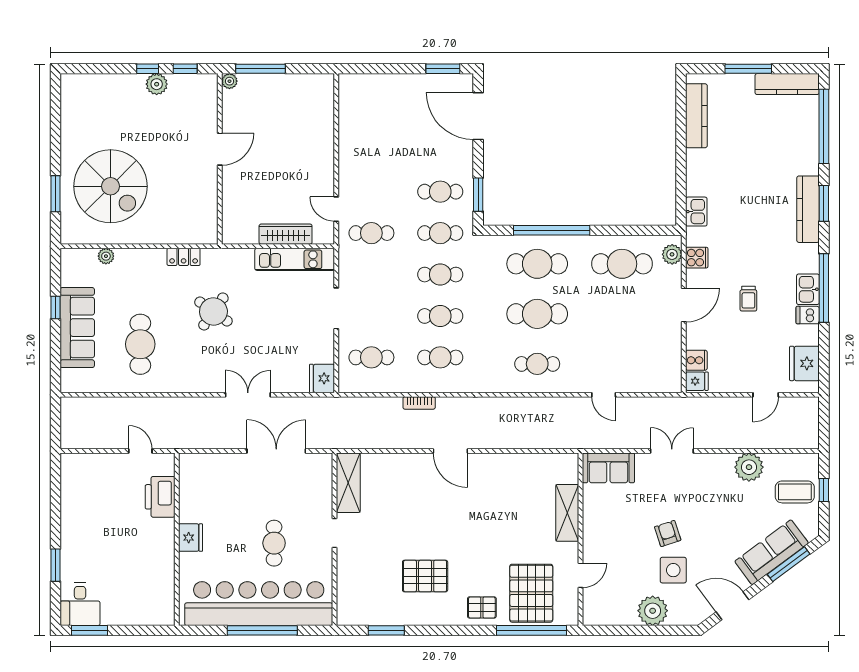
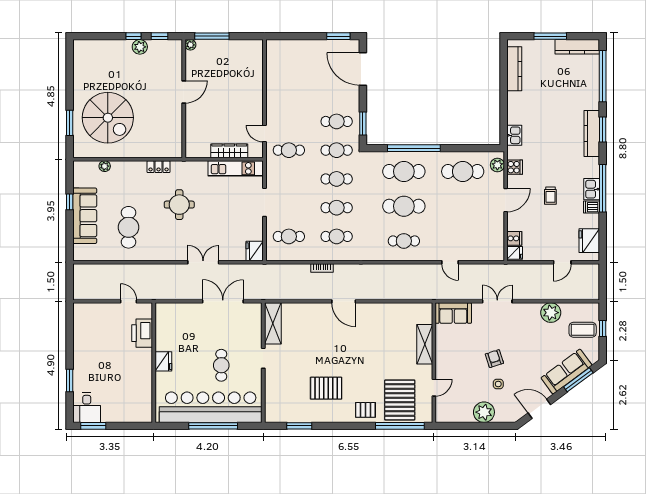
round table: (213, 312) -> (179, 205), turned -35
side table: (673, 570) -> (498, 384), width x0.54, depth x0.54

